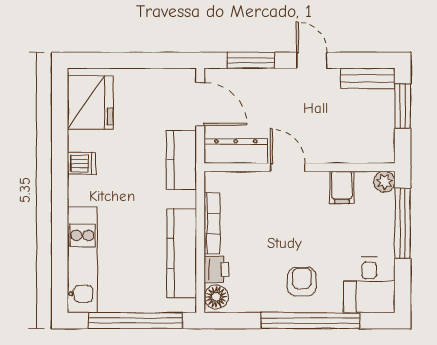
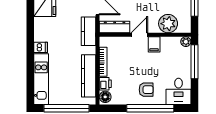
plant: (347, 144) -> (168, 24), added
dishwasher: (82, 163) -> (41, 47), moved
door: (288, 167) -> (139, 35), hinge flipped
filing cabinet: (342, 187) -> (154, 44), moved
armchair: (302, 282) -> (146, 90), turned 90

